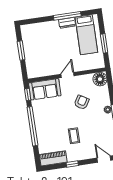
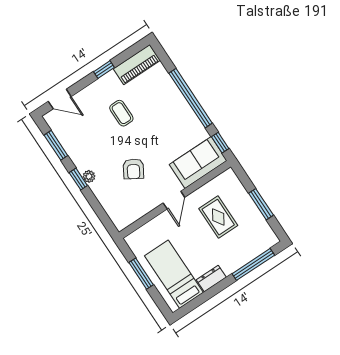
window: (67, 16) -> (253, 264), moved
rug: (48, 54) -> (218, 217), added
floor lamp: (100, 79) -> (122, 217), removed

